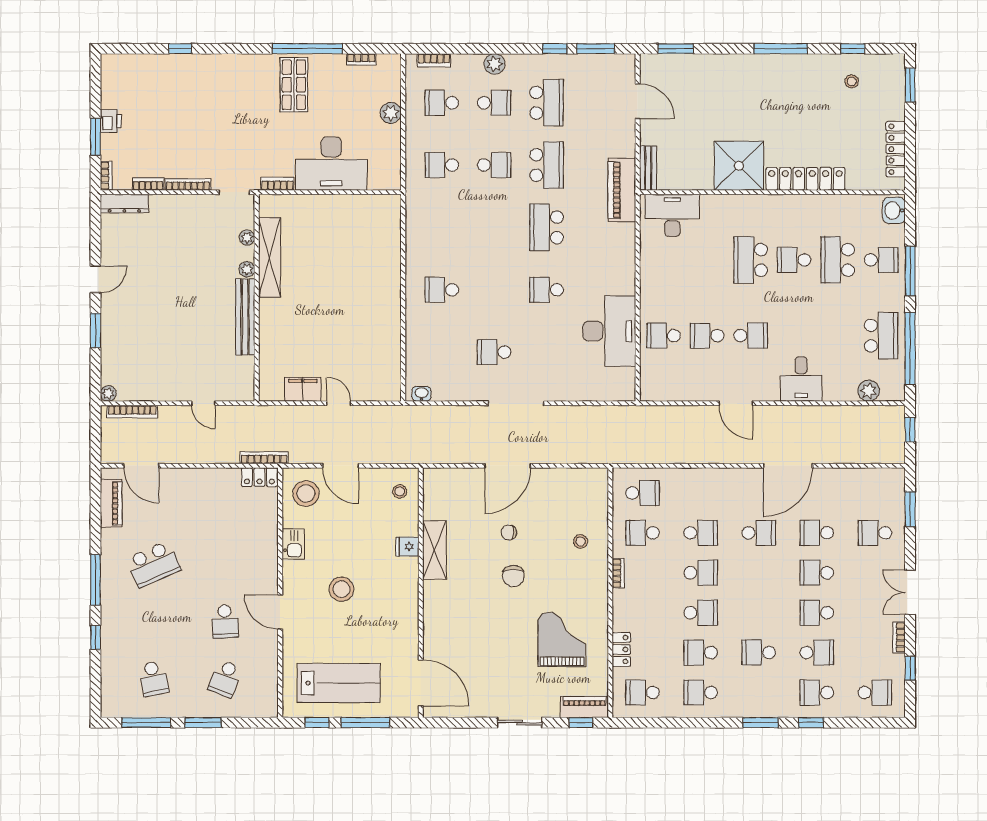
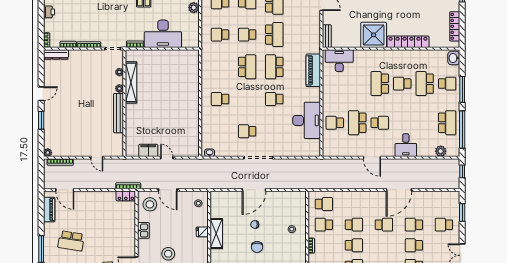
window: (95, 137) -> (41, 20), removed
school desk: (494, 165) -> (247, 35), turned 180
piano: (622, 190) -> (313, 70), moved
school desk: (494, 227) -> (247, 67), added
school desk: (707, 336) -> (357, 123), width x1.85
school desk: (153, 564) -> (71, 241), turned 33

